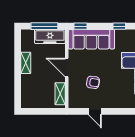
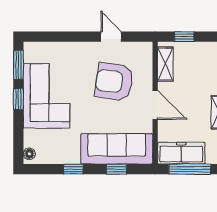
window: (81, 26) -> (117, 169), moved
armchair: (93, 82) -> (114, 82), width x1.88, depth x1.88
window: (48, 111) -> (184, 37), added

